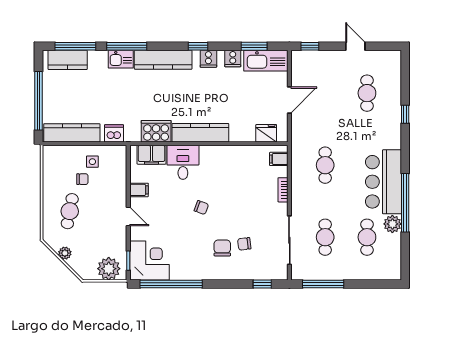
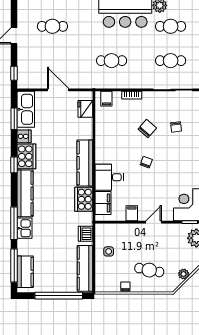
cooker: (208, 59) -> (26, 156), width x1.87, depth x1.31
chair: (82, 179) -> (125, 287), moved
chair: (222, 248) -> (147, 129), moved, turned 131

